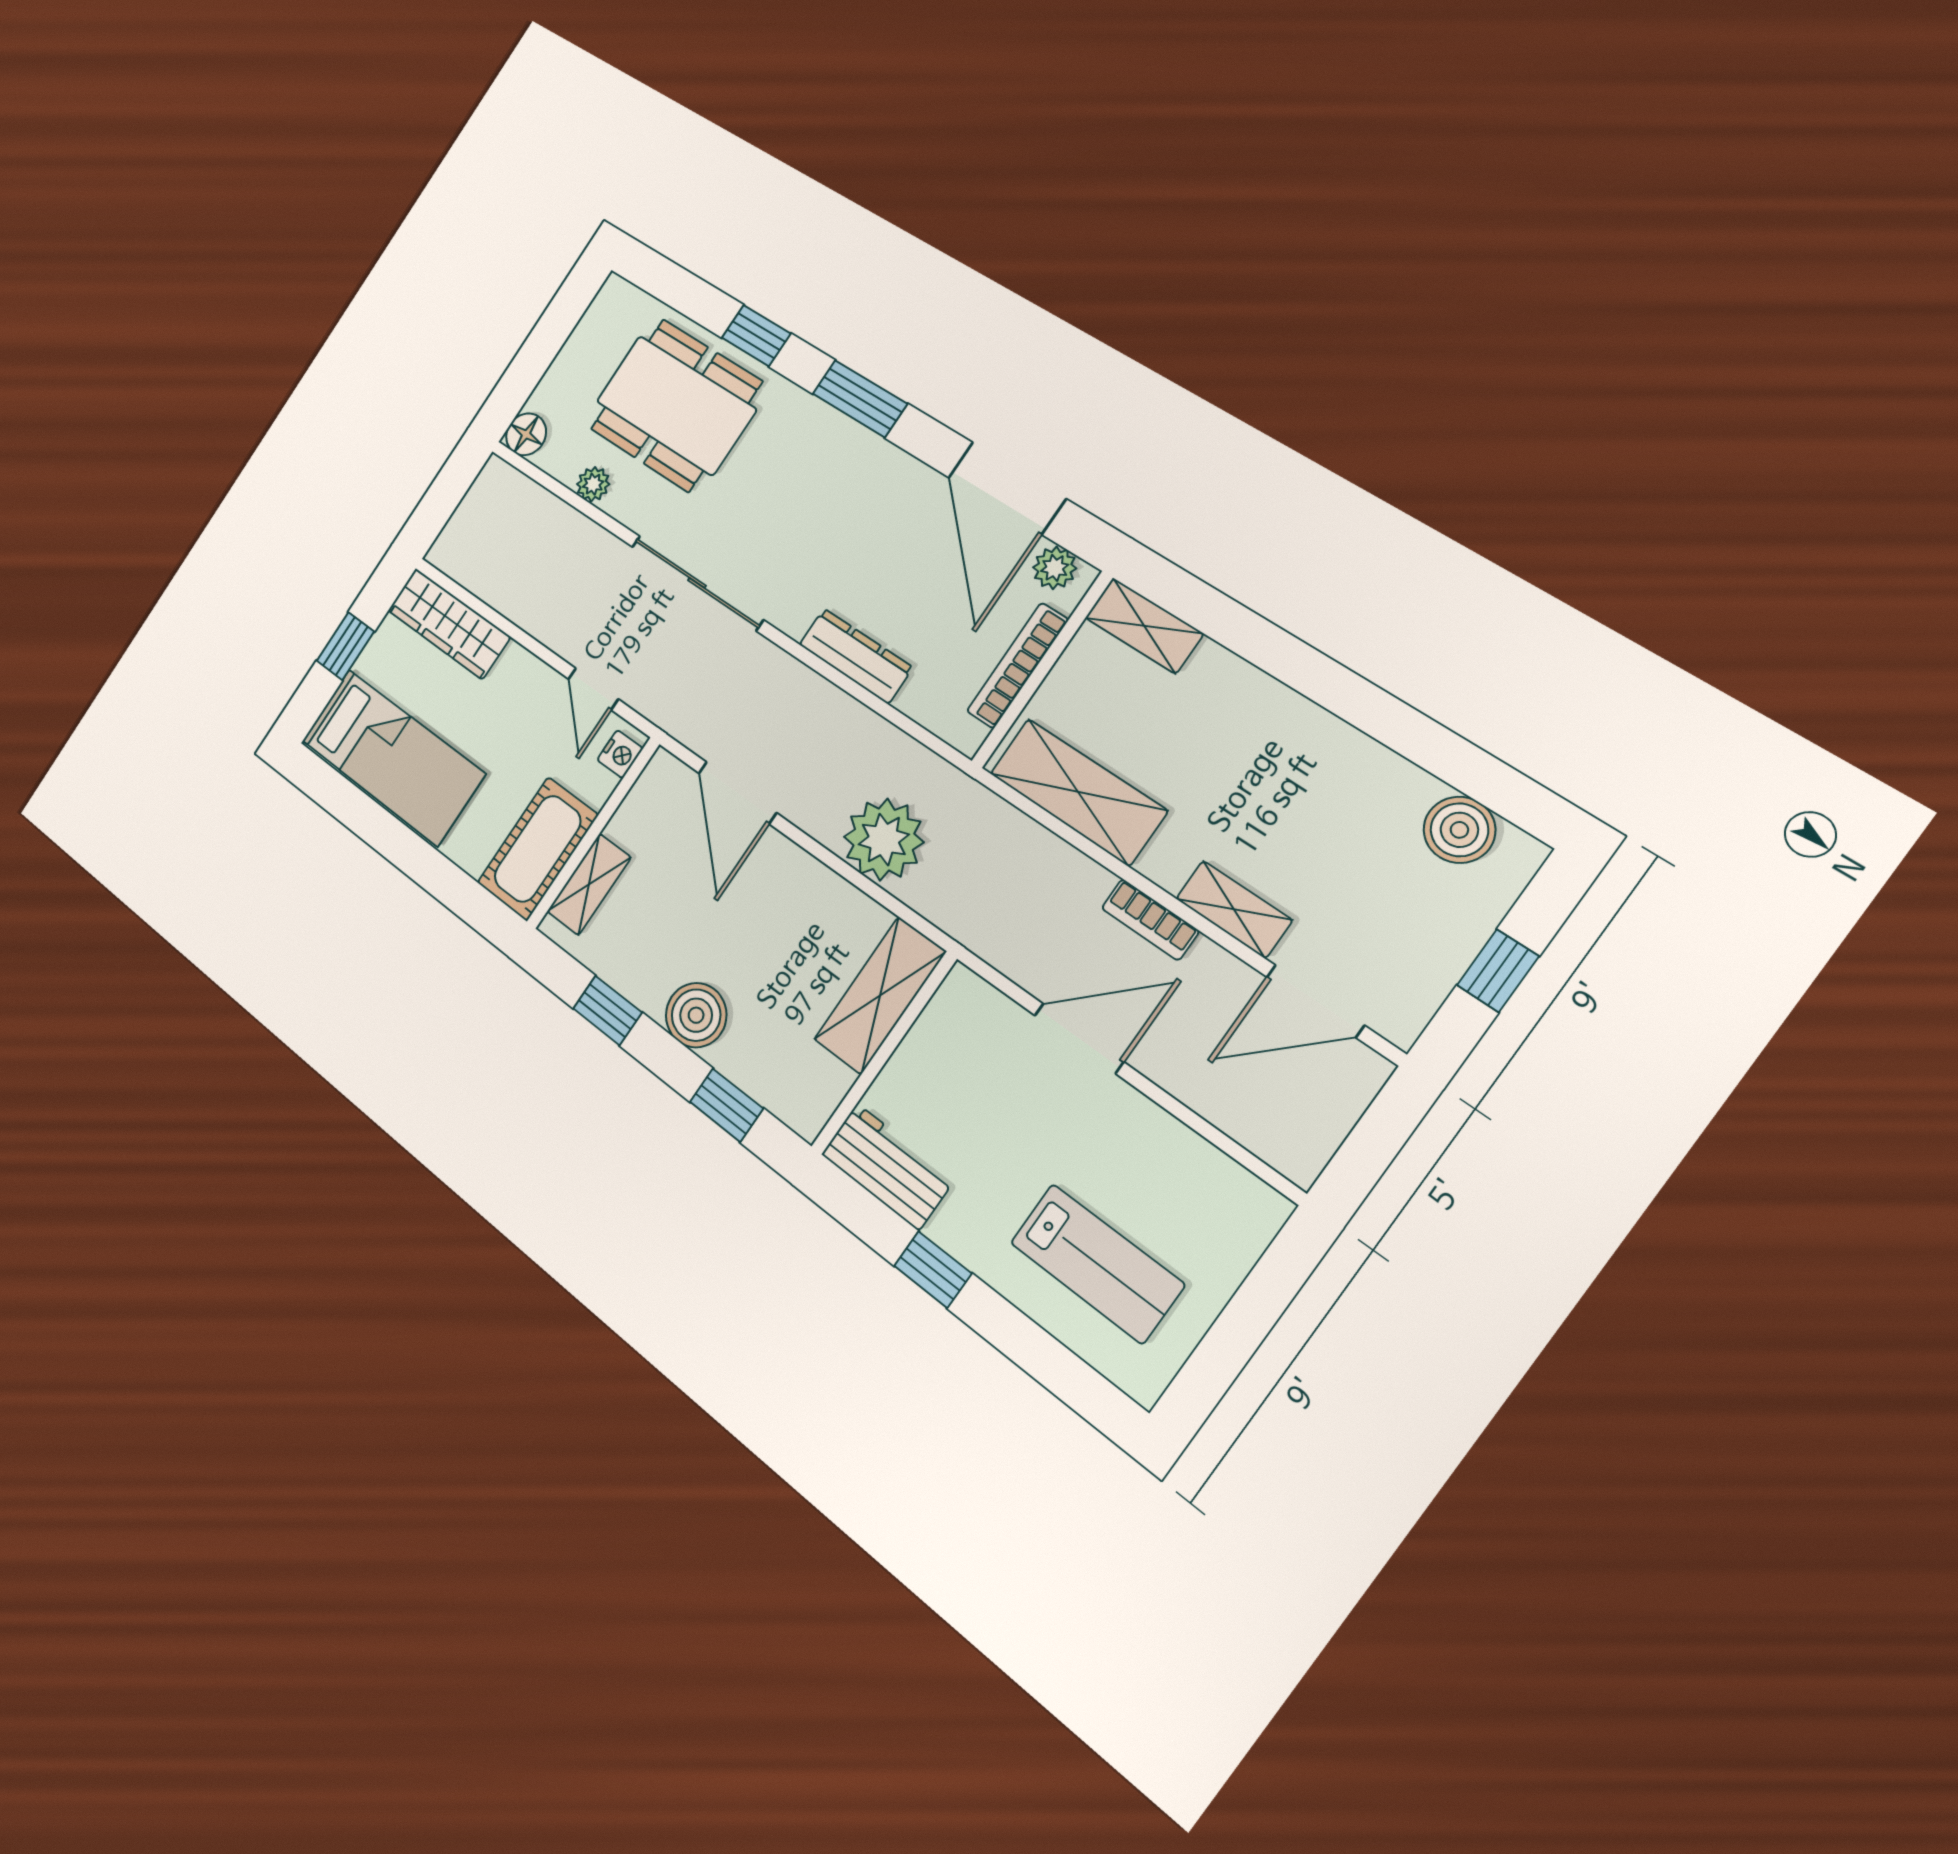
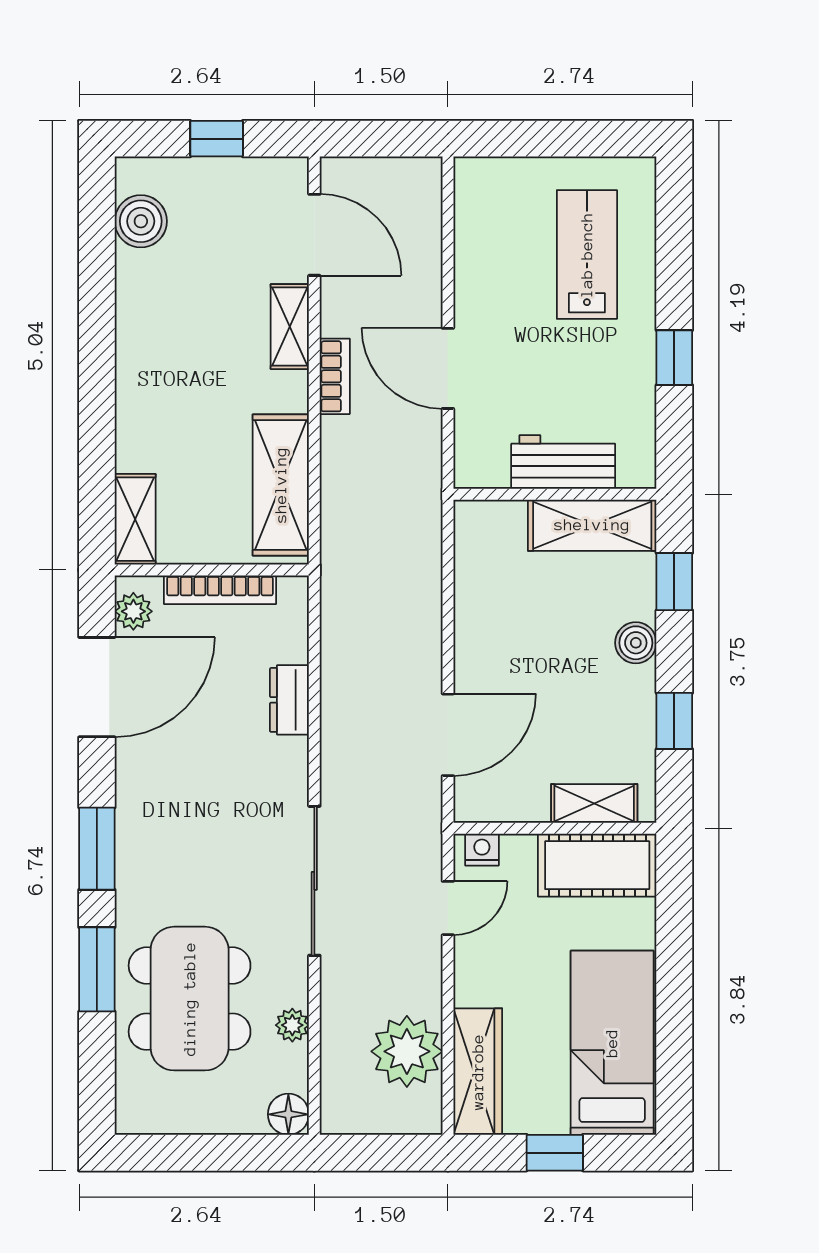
window: (756, 336) -> (97, 969), width x1.50
dresser: (856, 656) -> (289, 700), width x0.70
plant: (884, 839) -> (407, 1051), moved
shelving: (880, 996) -> (592, 525), moved
boiler: (696, 1015) -> (636, 643), width x0.73, depth x0.73
workbench: (888, 1167) -> (563, 462), moved, turned 90

